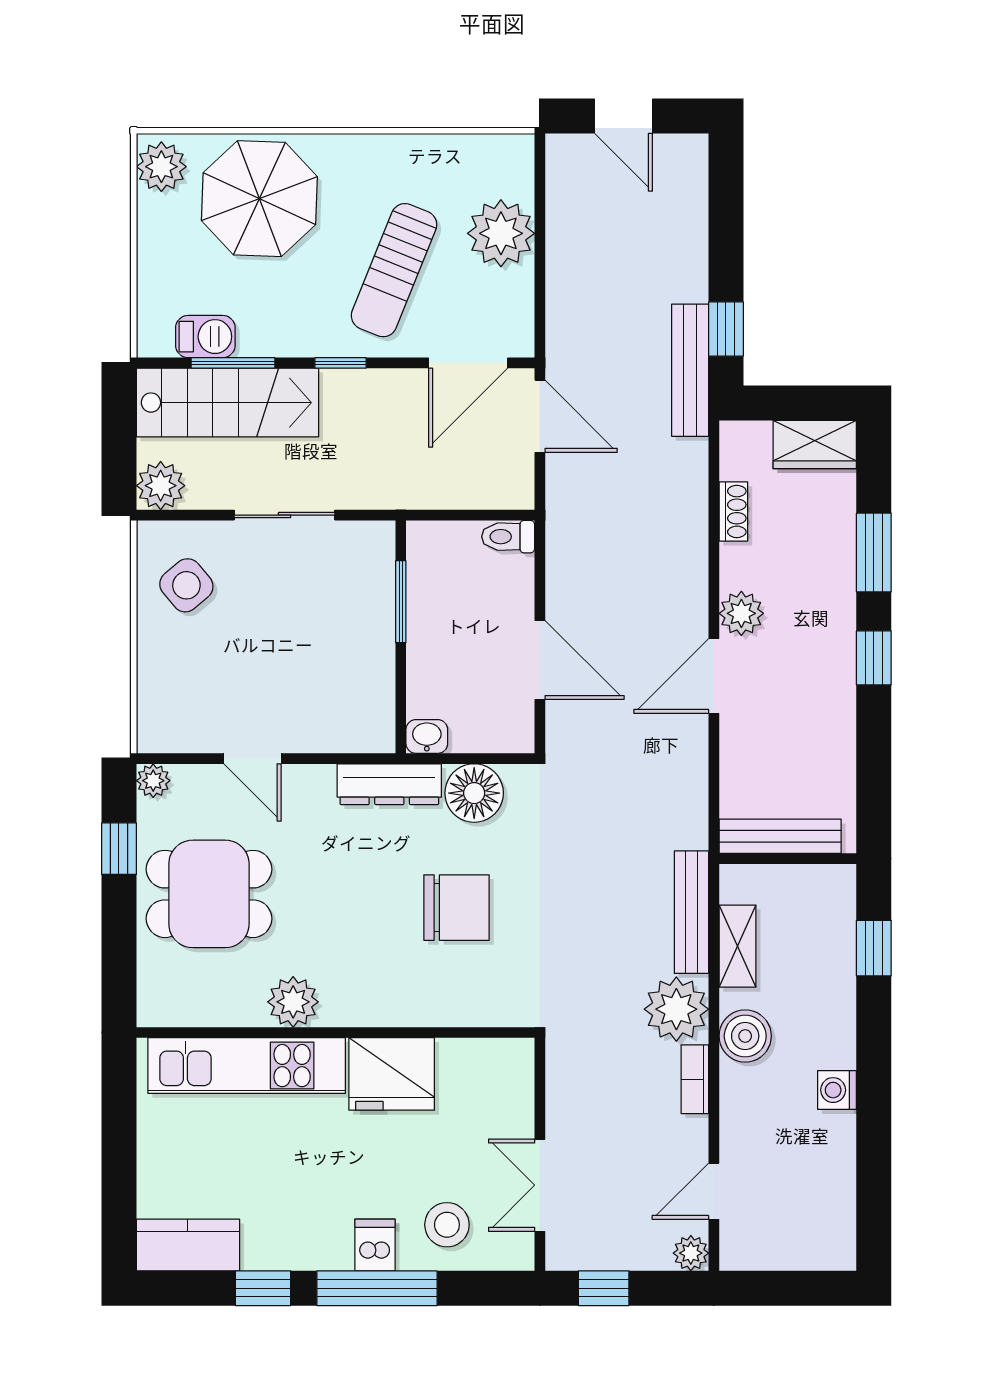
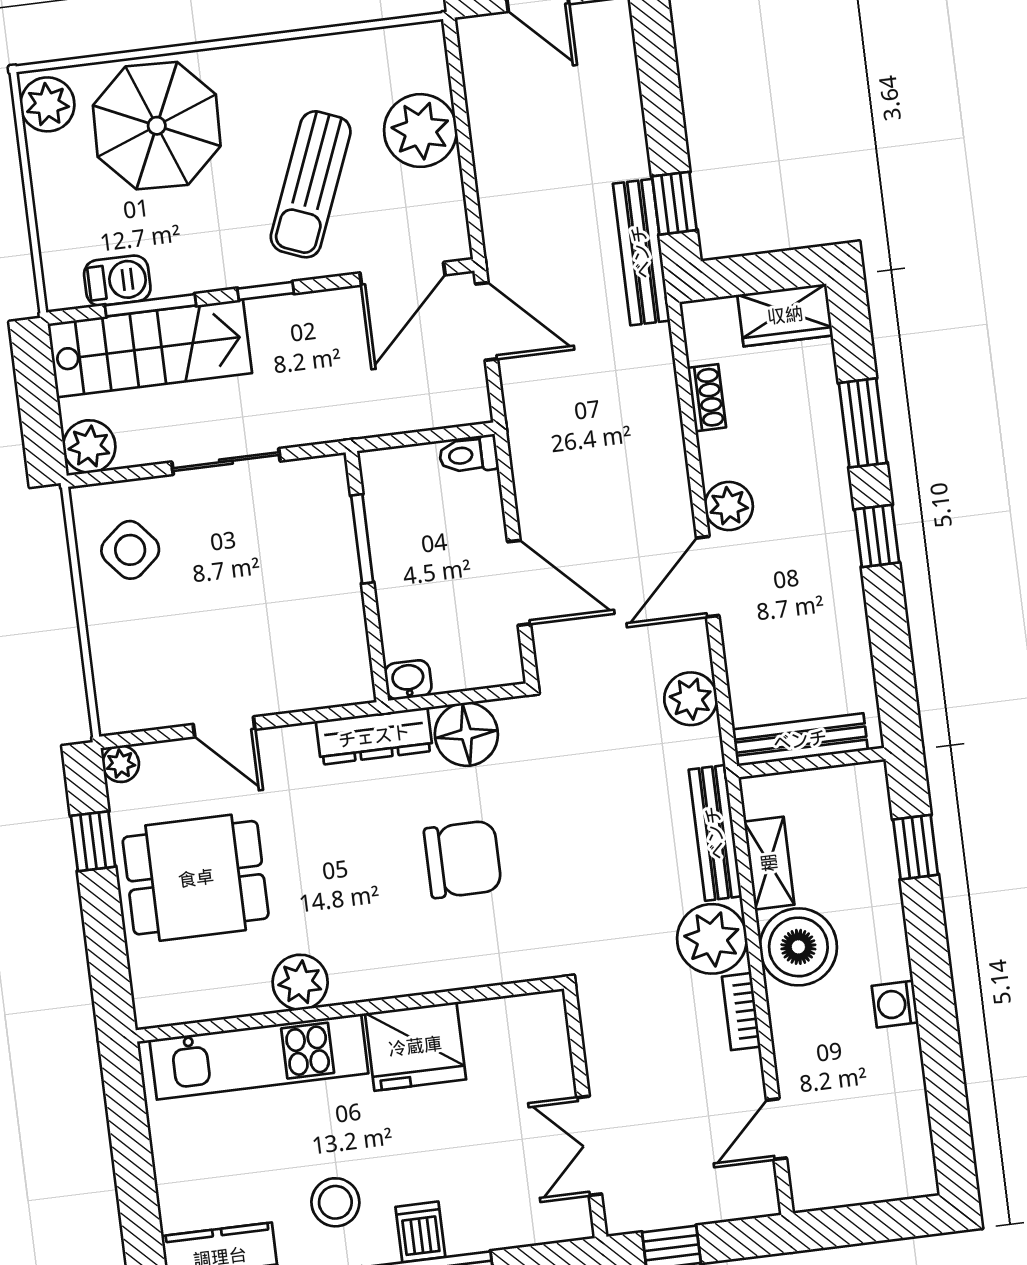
boiler: (745, 1036) -> (798, 947), width x1.37, depth x1.37
stool: (447, 1225) -> (335, 1202), moved
plant: (691, 1253) -> (691, 699), moved, width x1.38, depth x1.38

